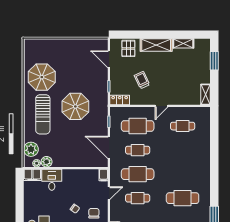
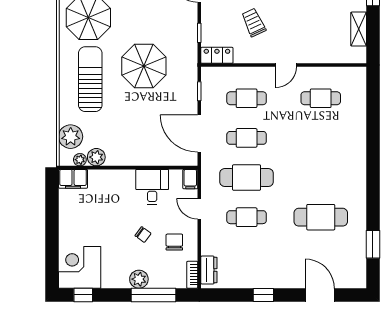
shelving: (206, 95) -> (359, 29), moved
sun lounger: (43, 114) -> (90, 79), turned 180
cafe table: (138, 126) -> (247, 98), width x0.73, depth x0.74
desk: (52, 180) -> (152, 187), moved
door: (109, 193) -> (199, 209), swing flipped

